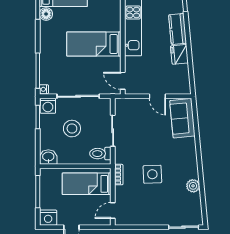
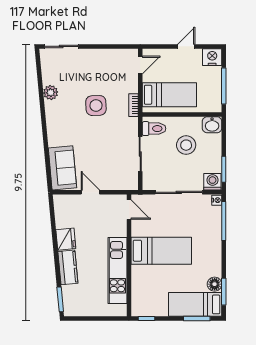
stool: (72, 129) -> (186, 145), moved

